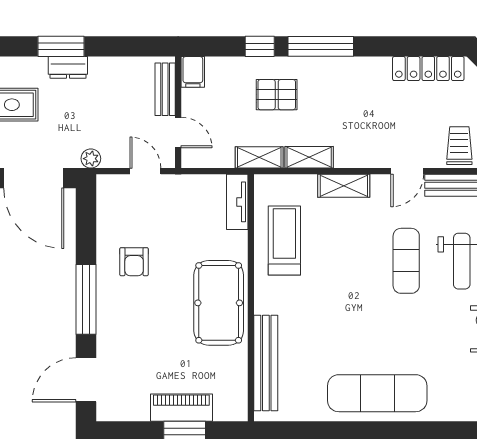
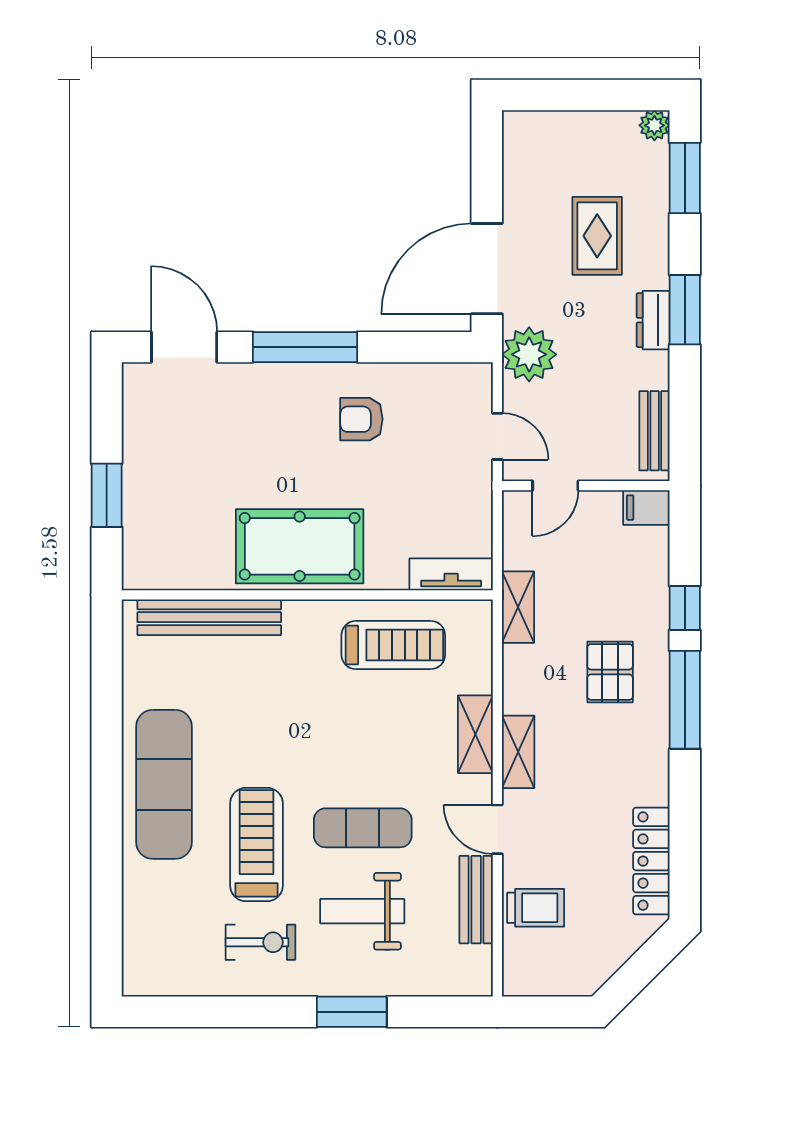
bench: (165, 89) -> (655, 431), moved, turned 90
pallet: (277, 95) -> (610, 672), moved
shelving: (309, 157) -> (518, 752), moved
plant: (91, 159) -> (529, 354), width x1.88, depth x1.88
door: (145, 171) -> (497, 436), hinge flipped
treadmill: (417, 332) -> (256, 845), added
piano: (181, 408) -> (142, 490), removed

